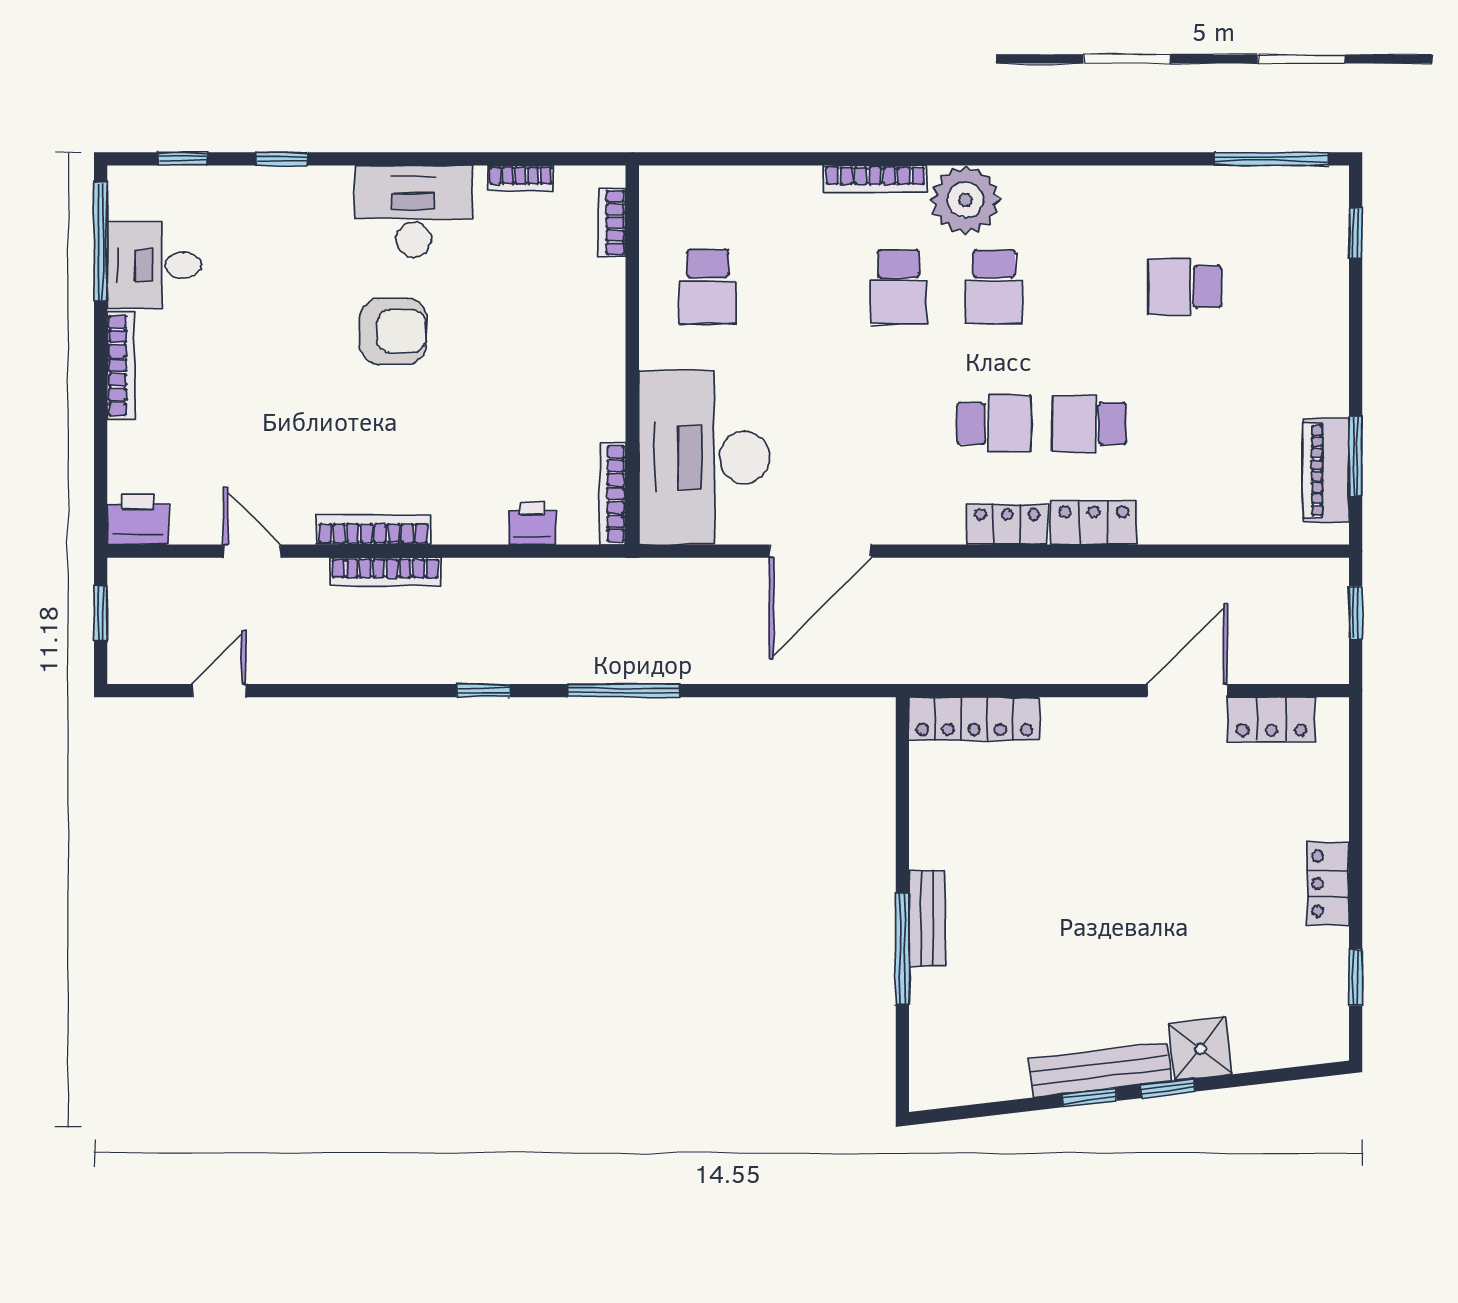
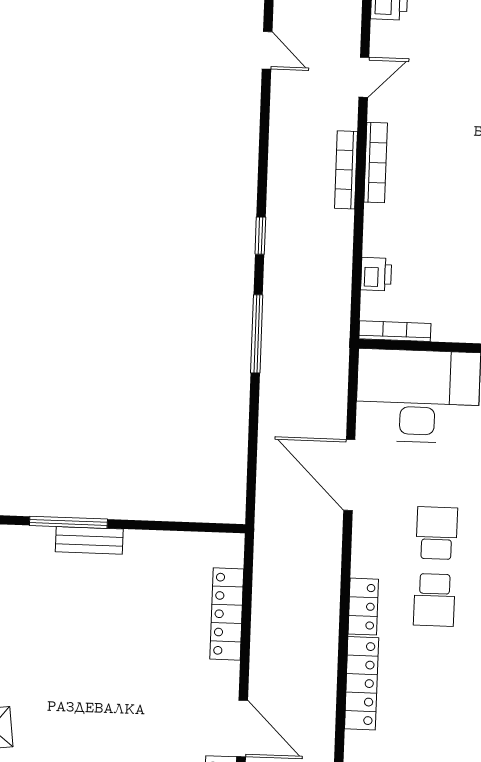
school desk: (1089, 423) -> (437, 533), moved
locker: (1094, 523) -> (362, 683), width x1.53
locker: (974, 719) -> (227, 614), moved

